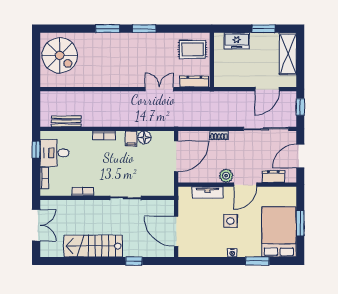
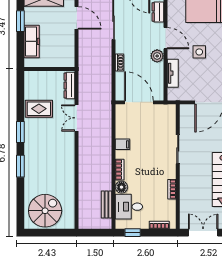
freezer: (237, 41) -> (32, 41), width x1.40
rug: (193, 49) -> (39, 109), moved, turned 90
floor lamp: (144, 137) -> (121, 187), moved
desk: (55, 153) -> (129, 207), moved, turned 90

